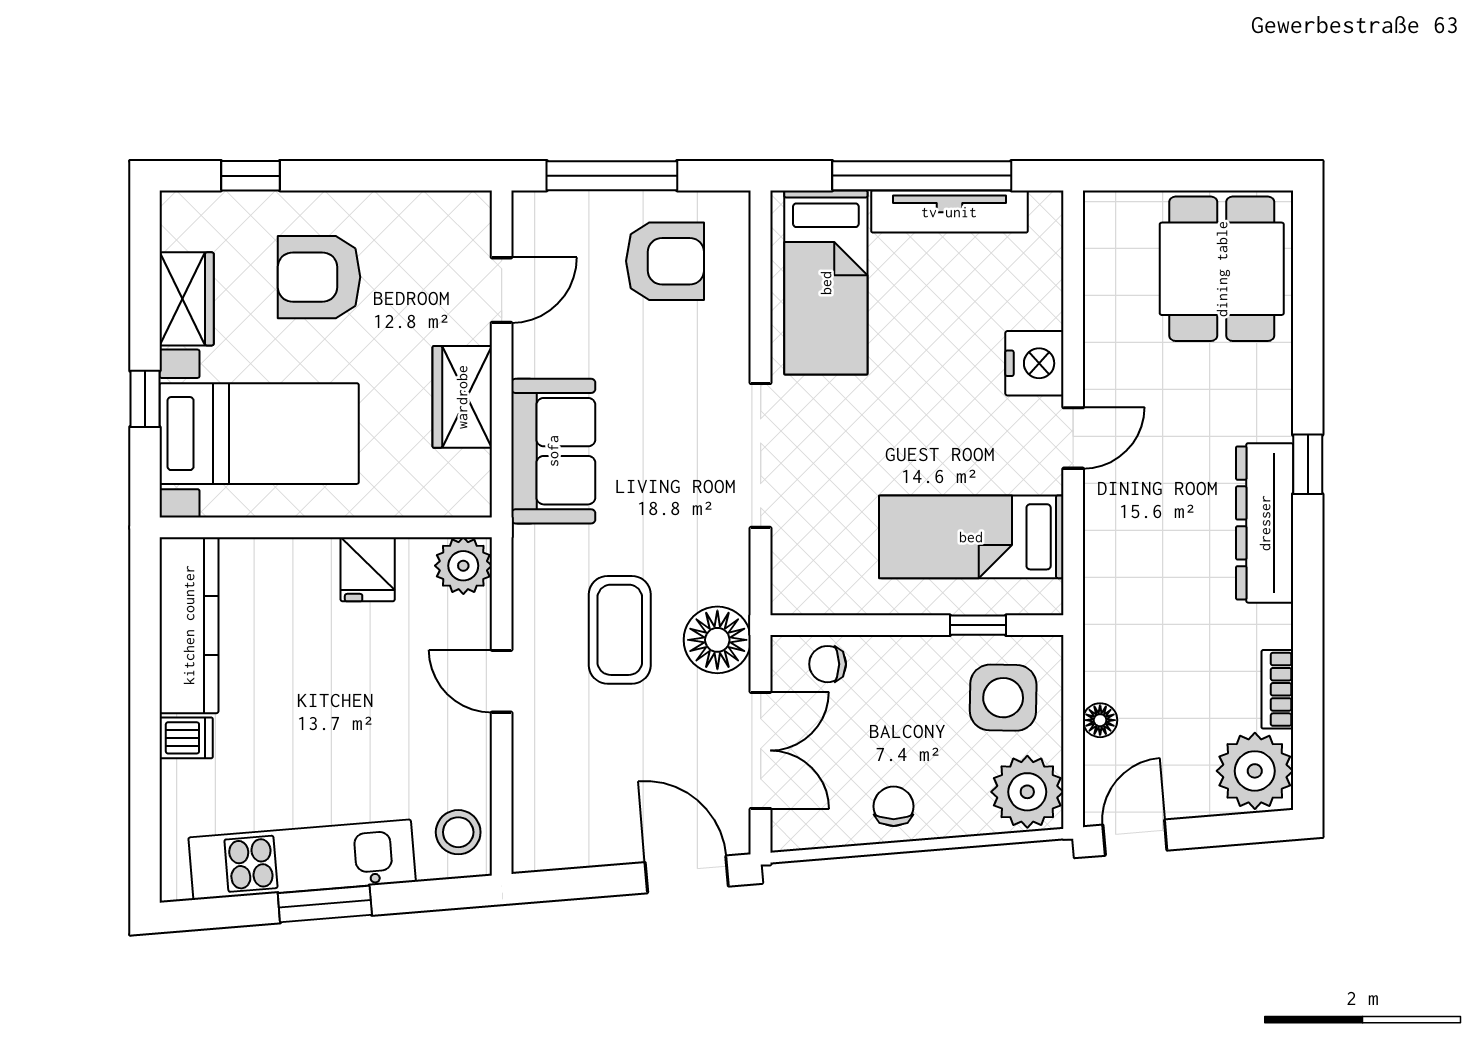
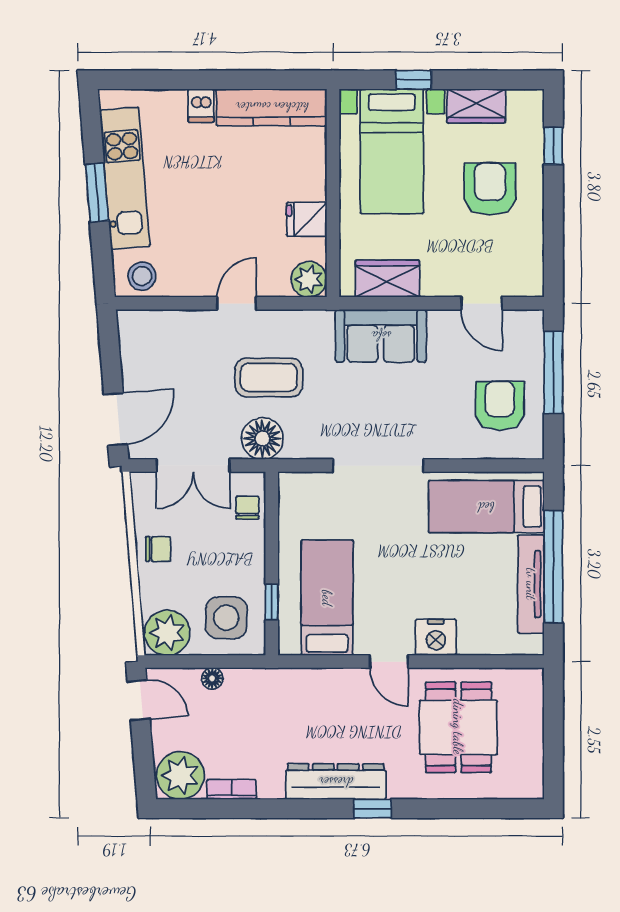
armchair: (665, 261) -> (500, 406), turned 180
dining table: (1222, 269) -> (458, 727), moved, turned 90
wardrobe: (462, 397) -> (387, 279), moved

